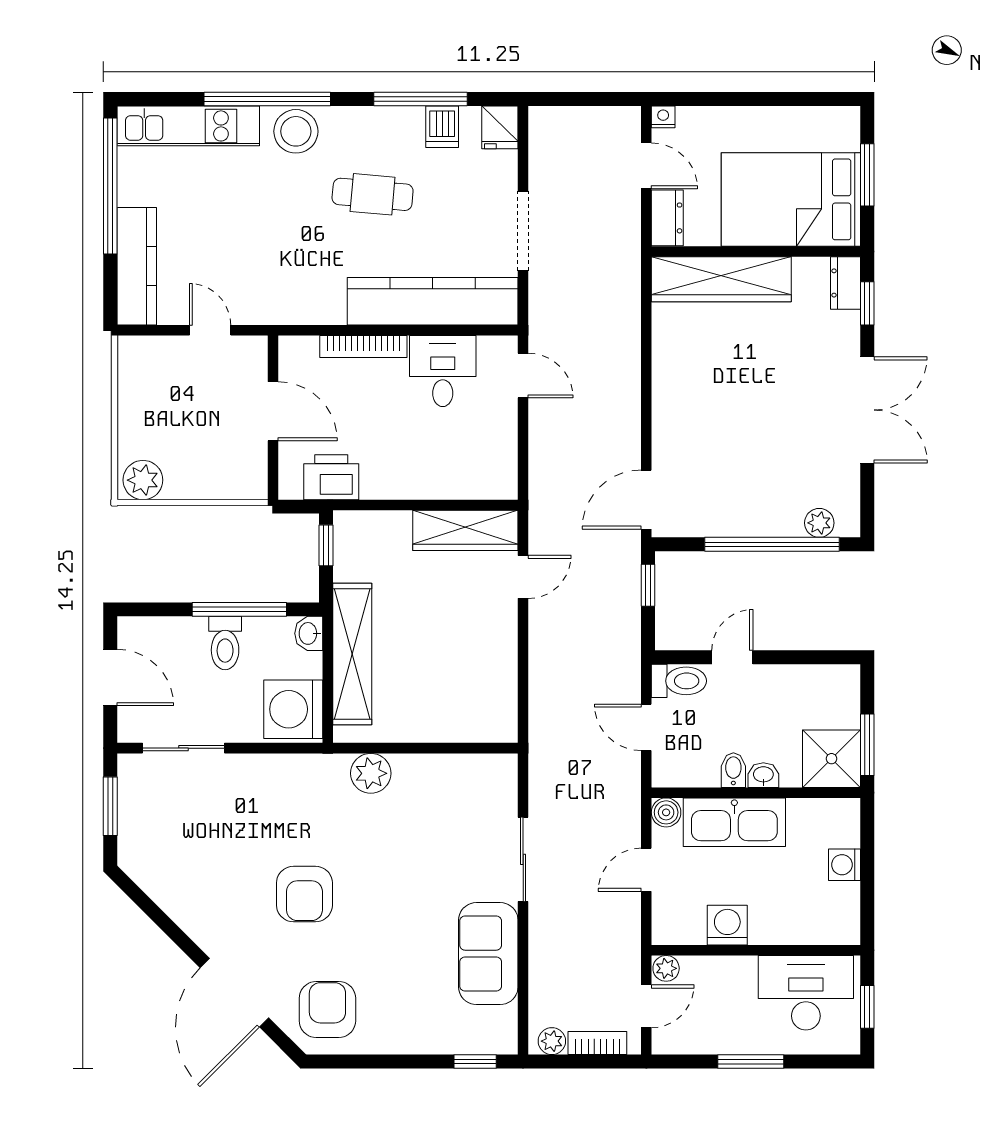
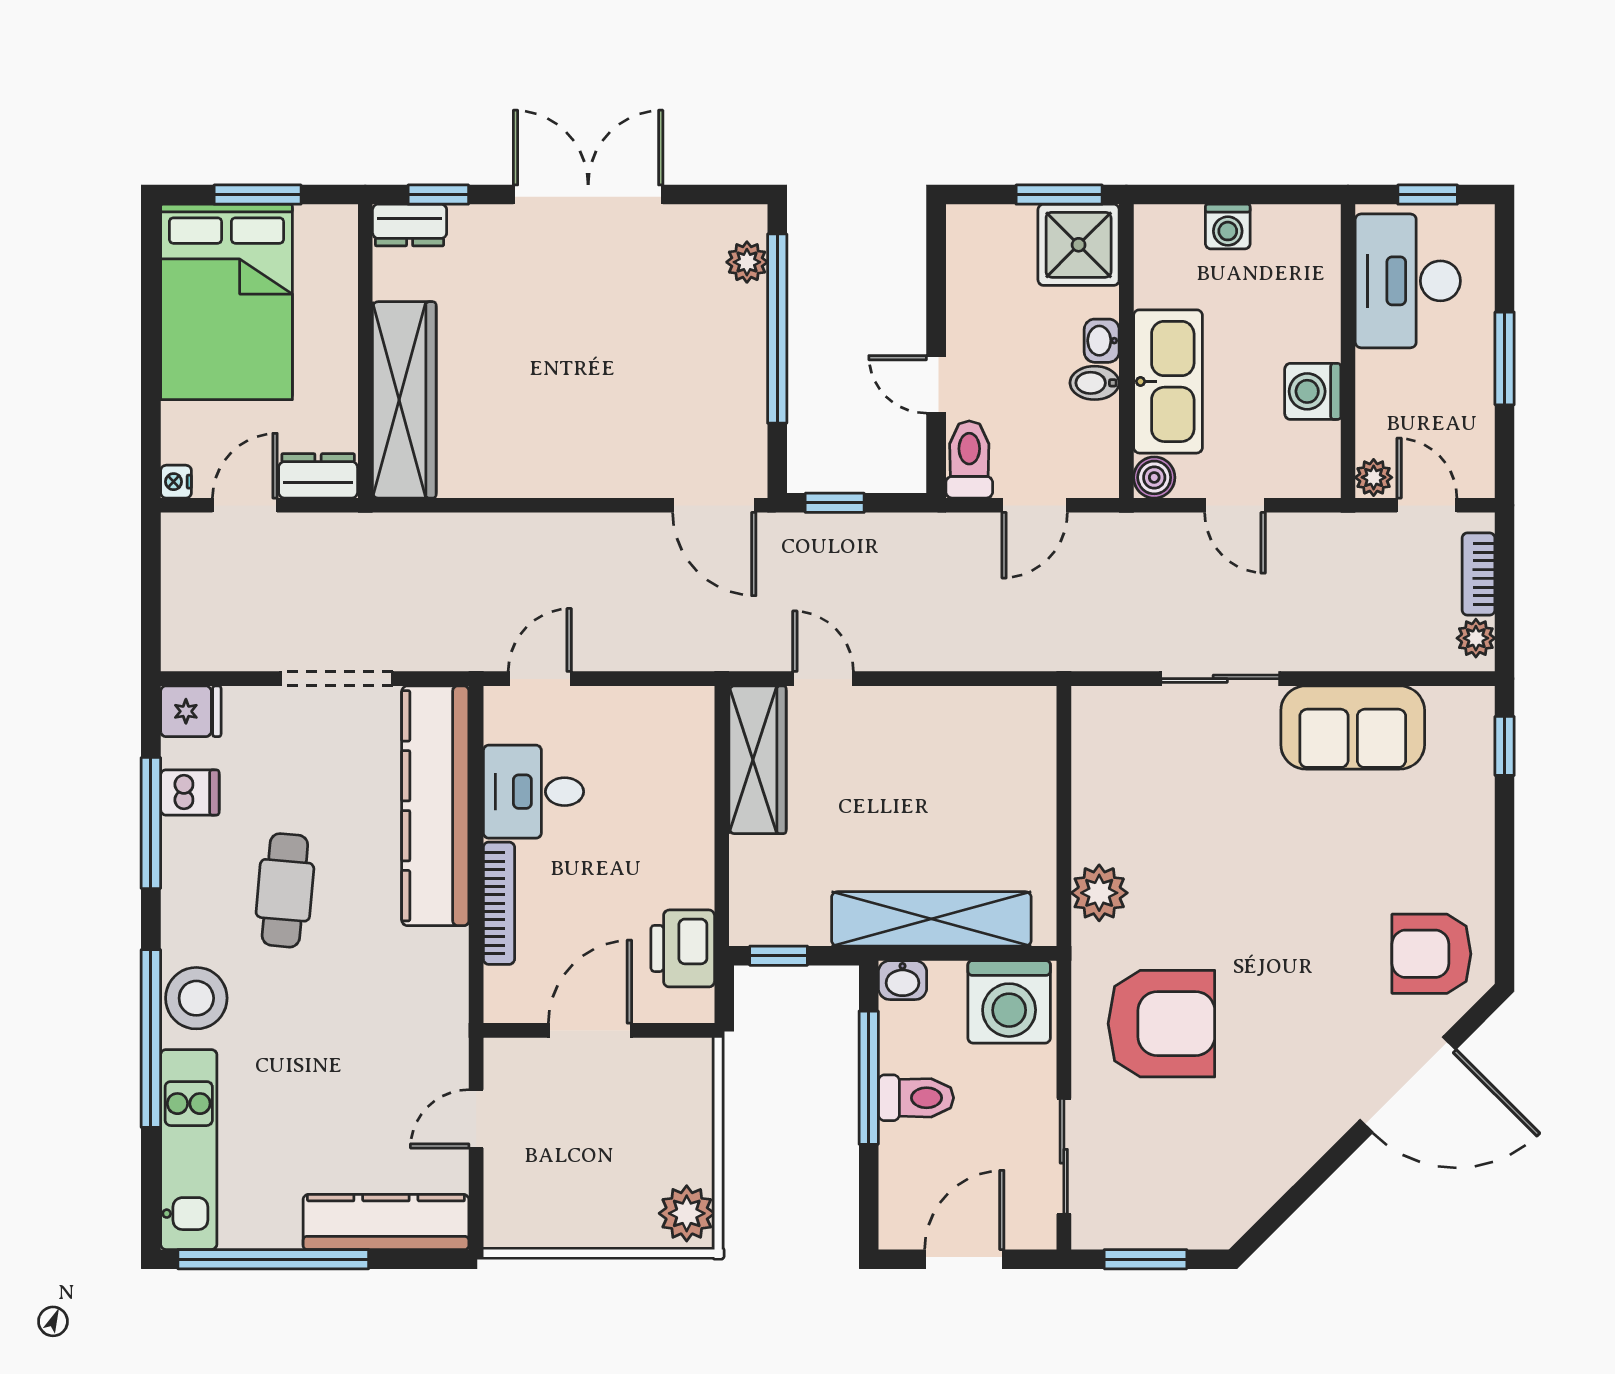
bed: (791, 199) -> (226, 302), moved
armchair: (304, 894) -> (1161, 1024), moved, width x1.36, depth x1.36

